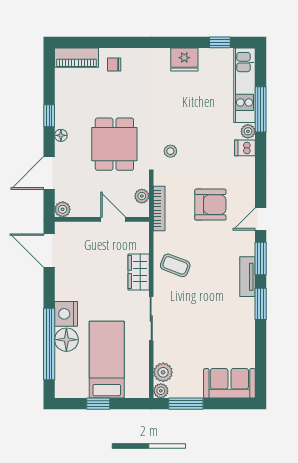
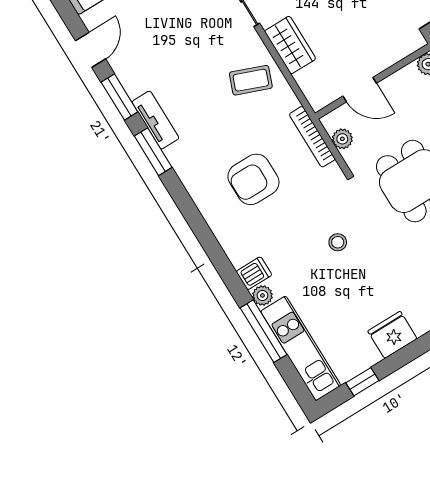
stool: (170, 151) -> (338, 242), moved
door: (261, 219) -> (90, 50), moved

